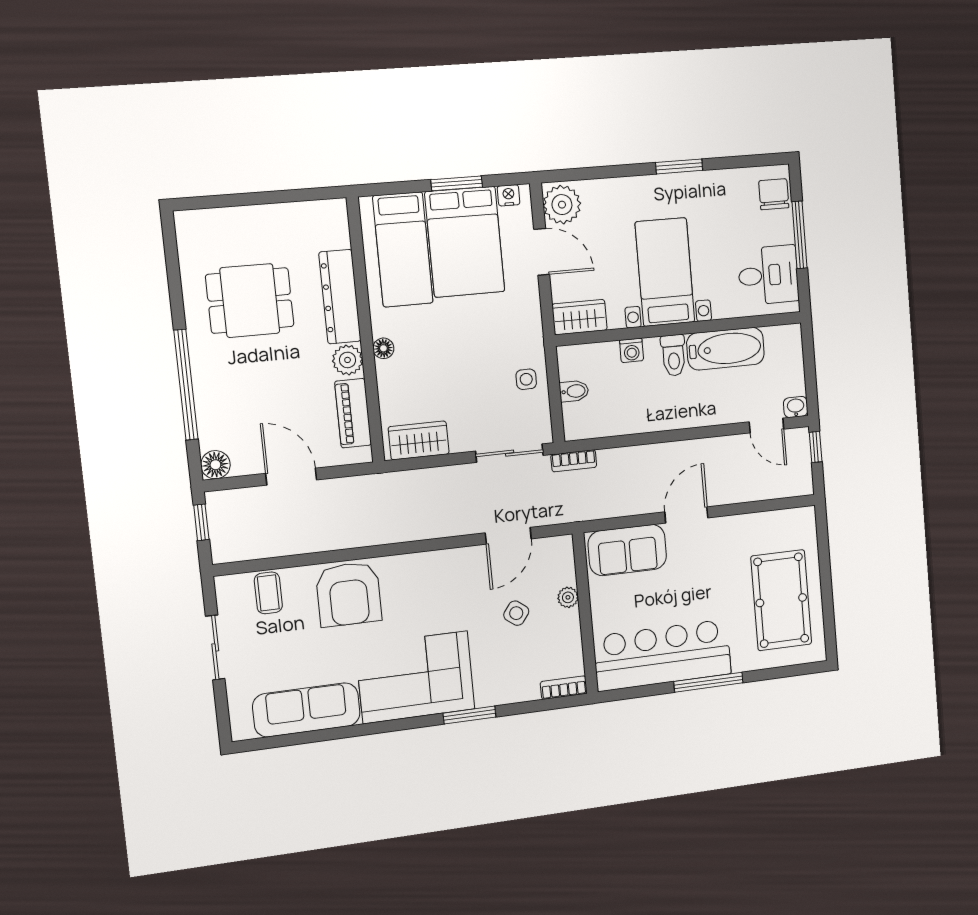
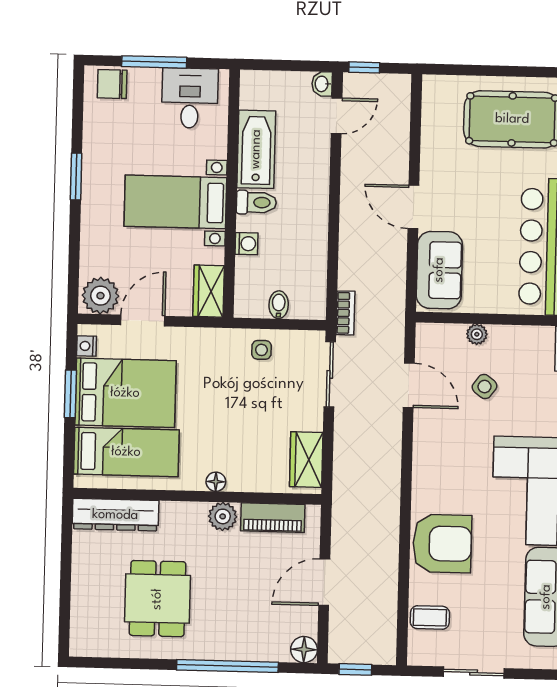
dresser: (340, 297) -> (115, 515), moved

